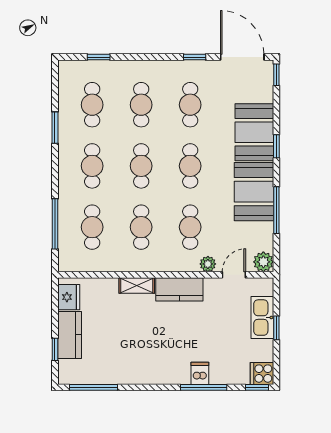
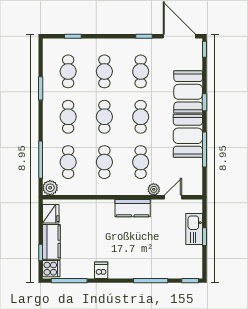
plant: (263, 262) -> (50, 188), moved
shelving: (137, 285) -> (101, 205), removed
dishwasher: (200, 373) -> (101, 270), moved
cooker: (262, 374) -> (51, 269), moved, turned 180

